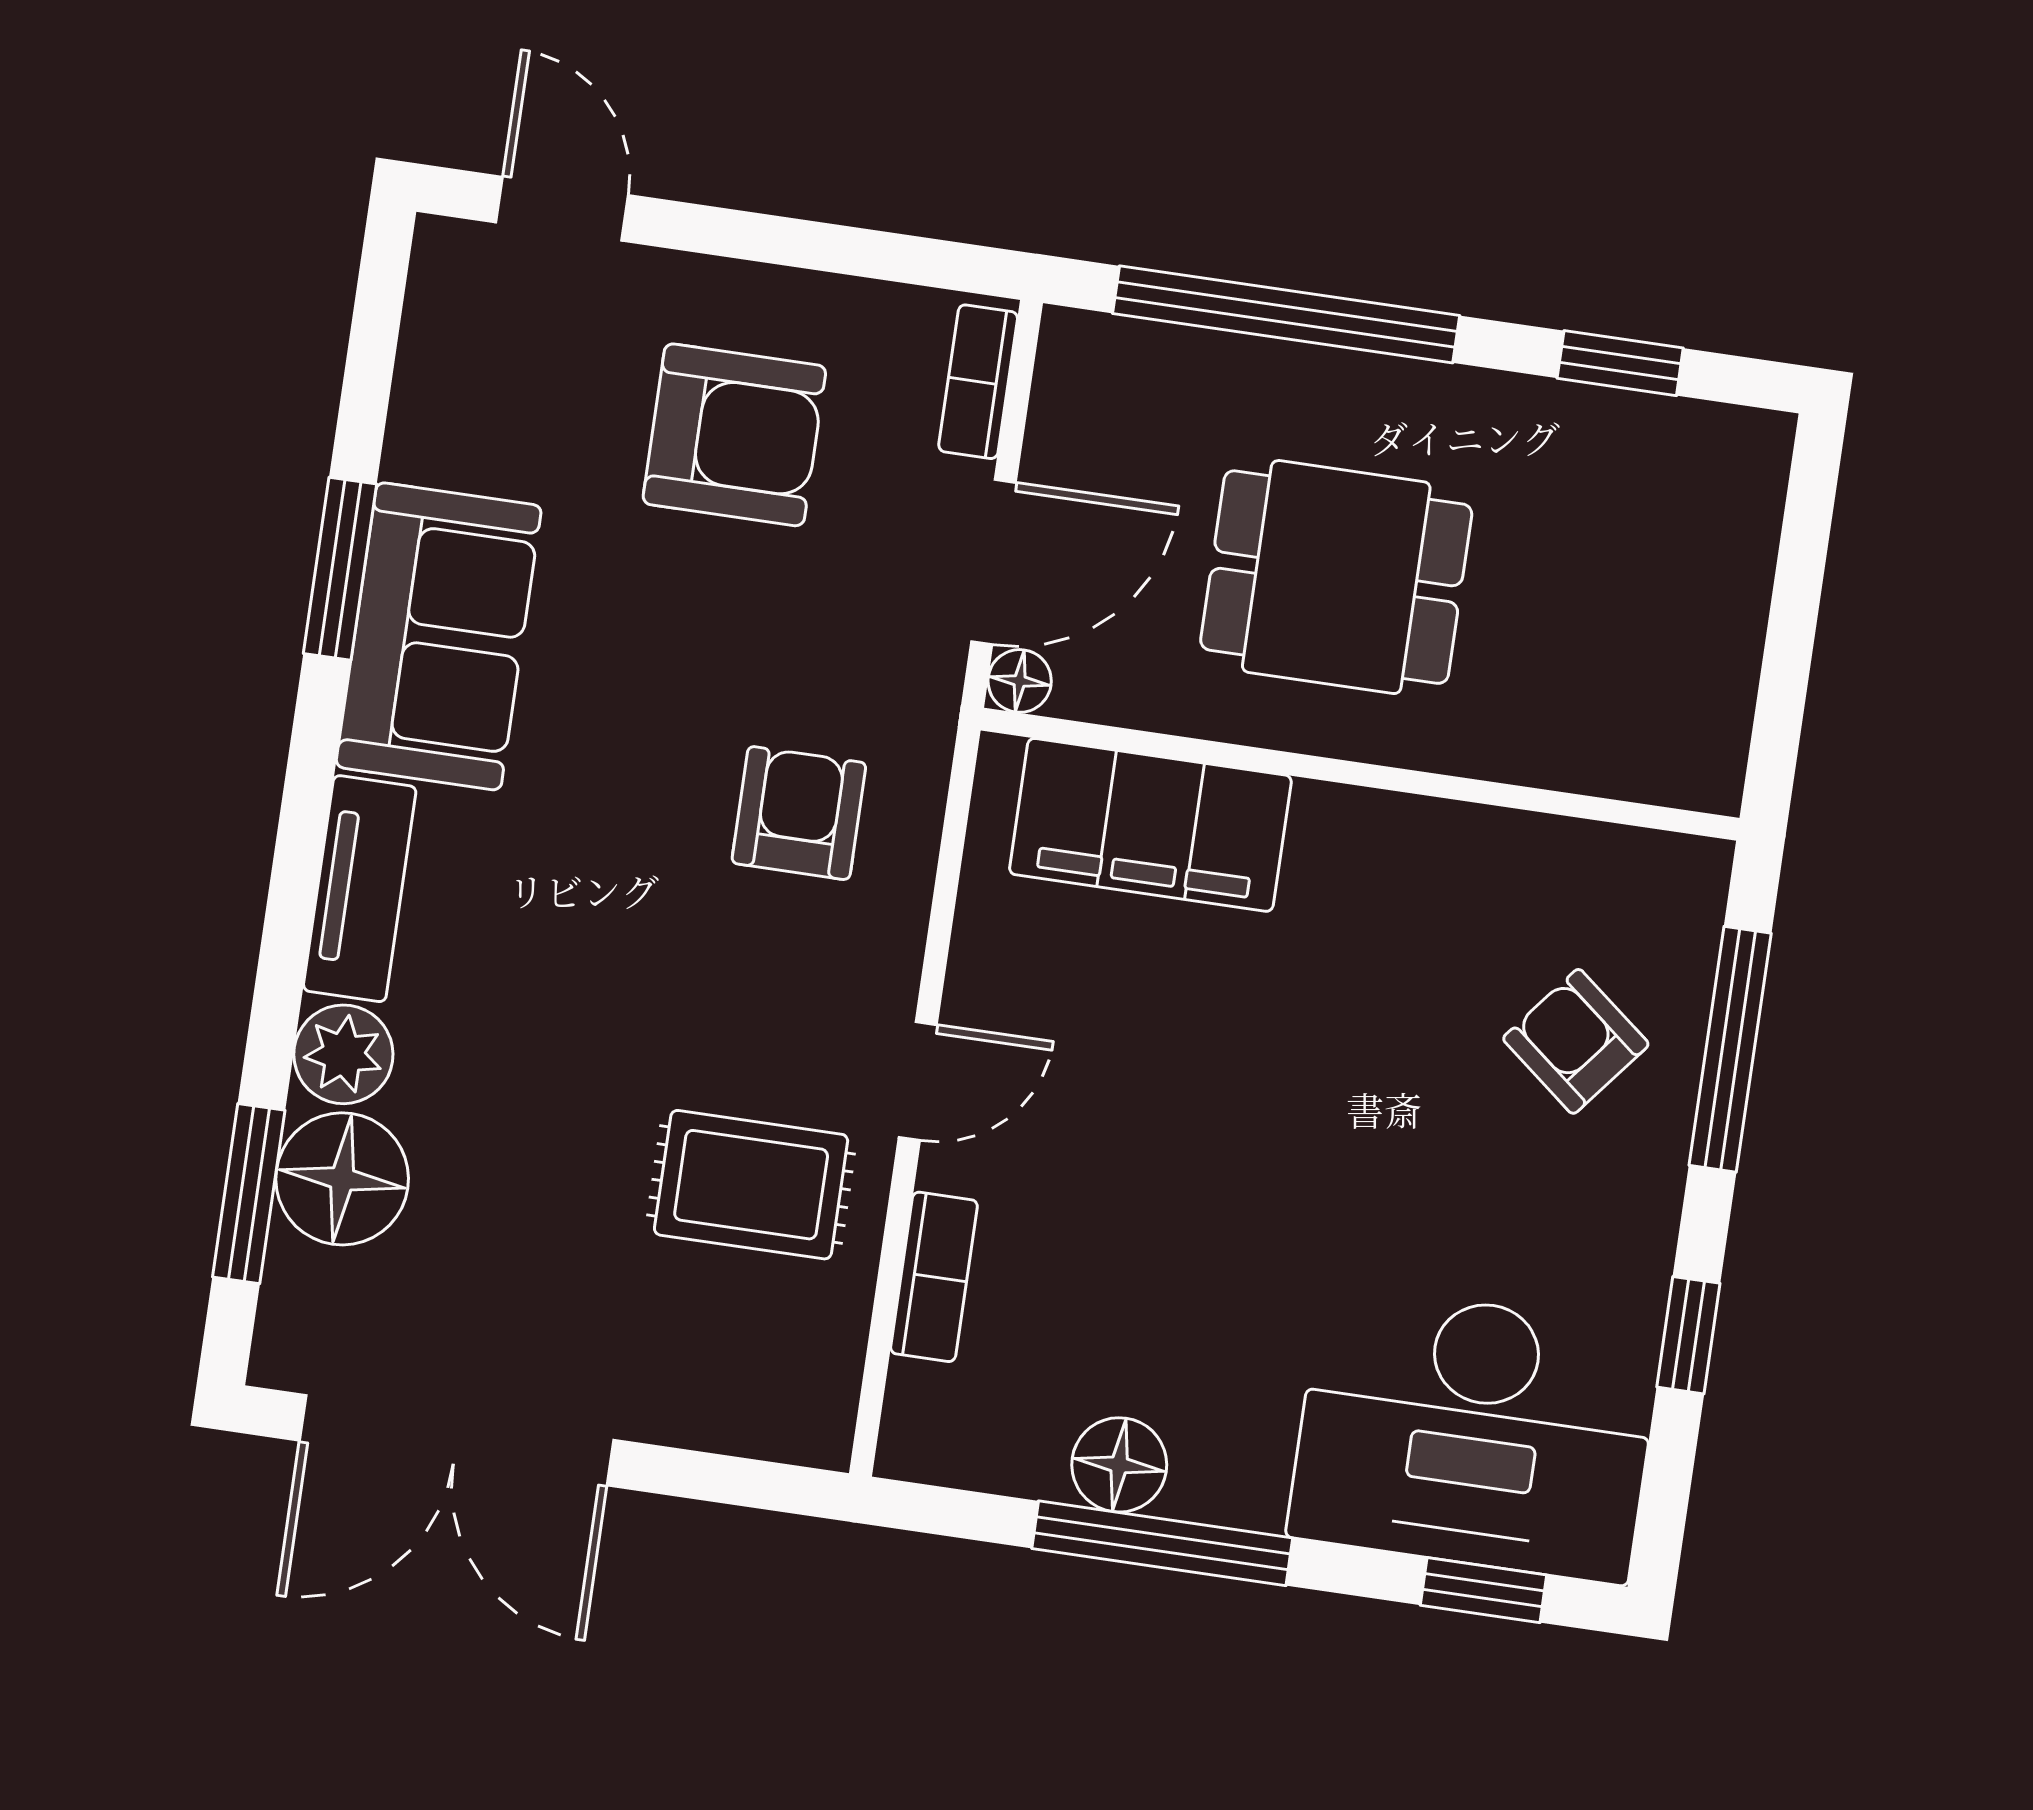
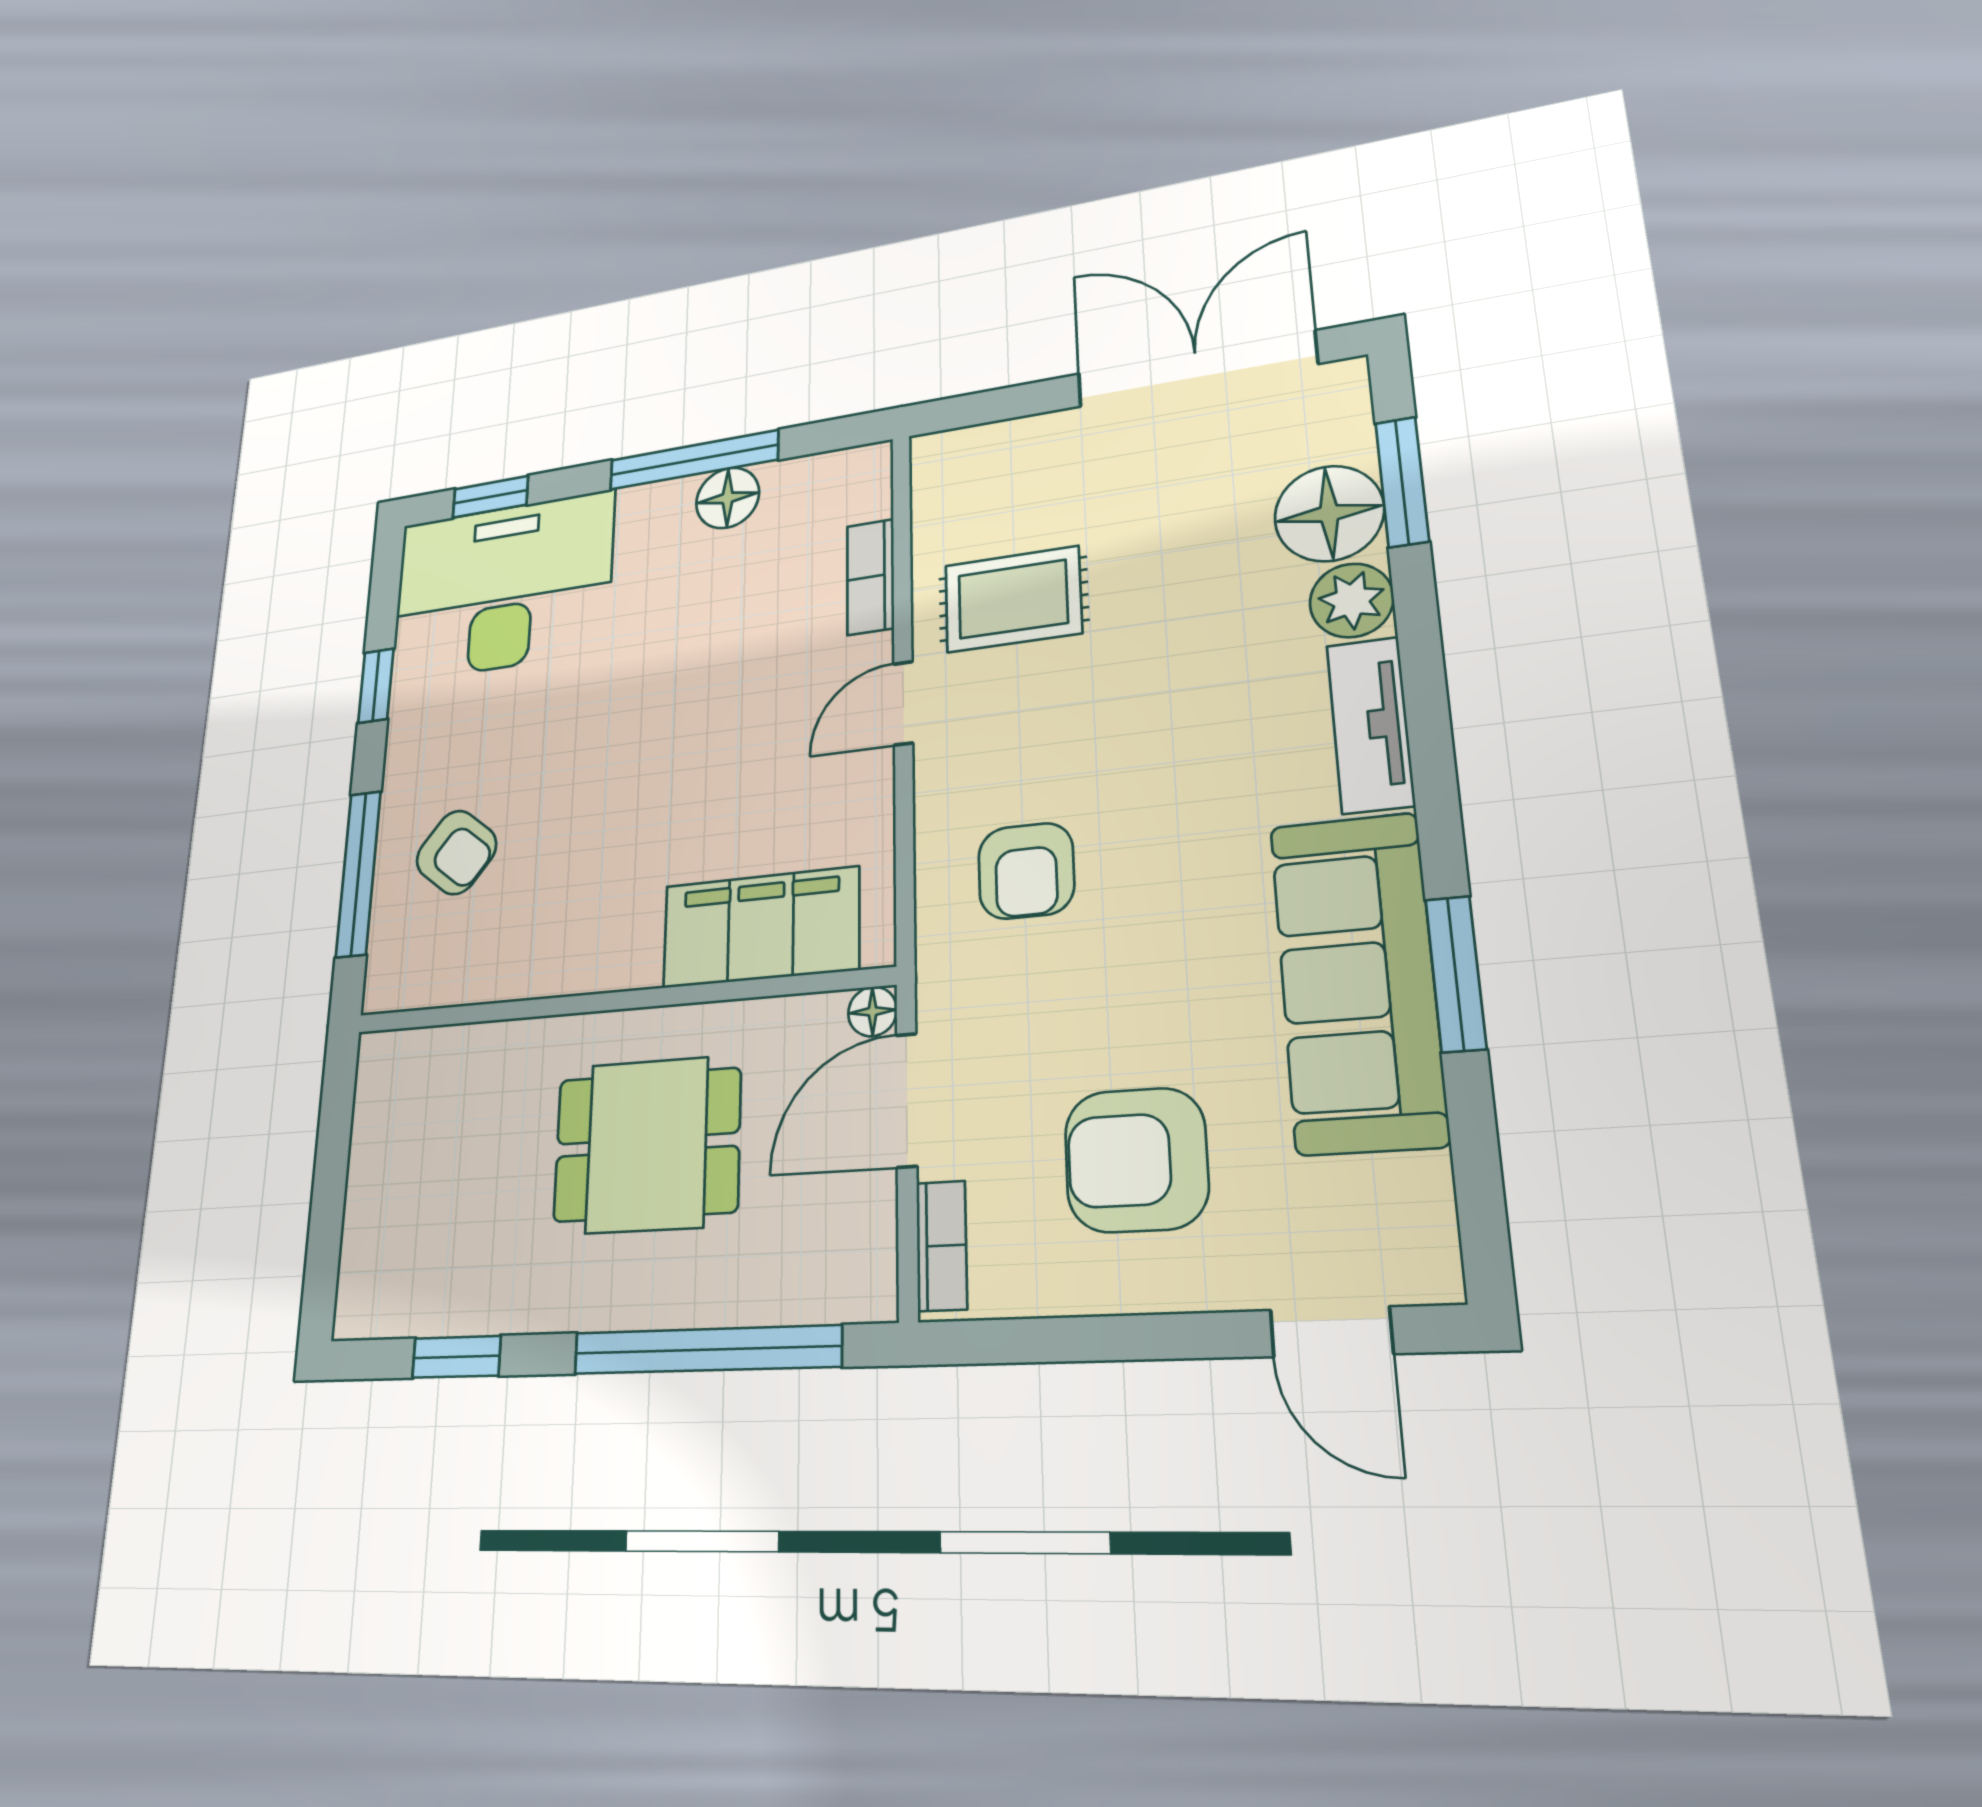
sofa: (439, 636) -> (1357, 981), width x1.36

